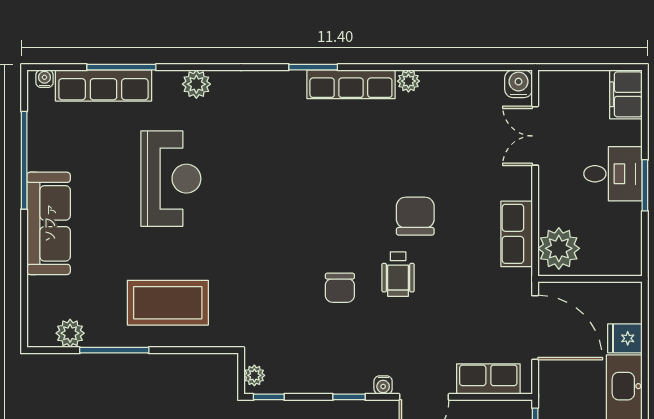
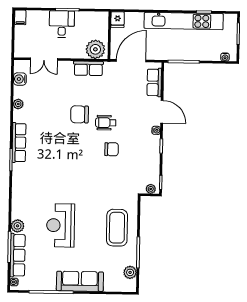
plant: (408, 81) -> (18, 104), moved
plant: (196, 84) -> (18, 226), moved
water cooler: (519, 84) -> (20, 79), moved
filing cabinet: (626, 94) -> (20, 17), width x0.50
reception desk: (171, 179) -> (61, 225), turned -90
wheelchair: (398, 274) -> (106, 123), turned 180
fridge: (625, 338) -> (118, 20), moved

